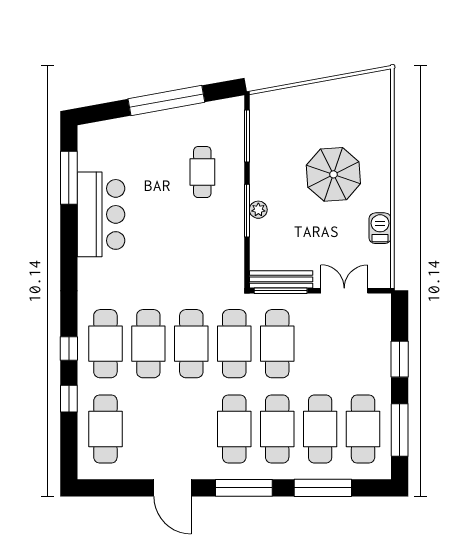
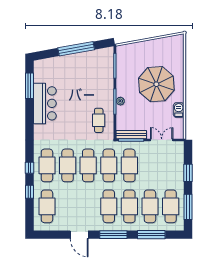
cafe table: (202, 172) -> (99, 120), moved
parasol: (333, 174) -> (156, 84), width x1.36, depth x1.36

